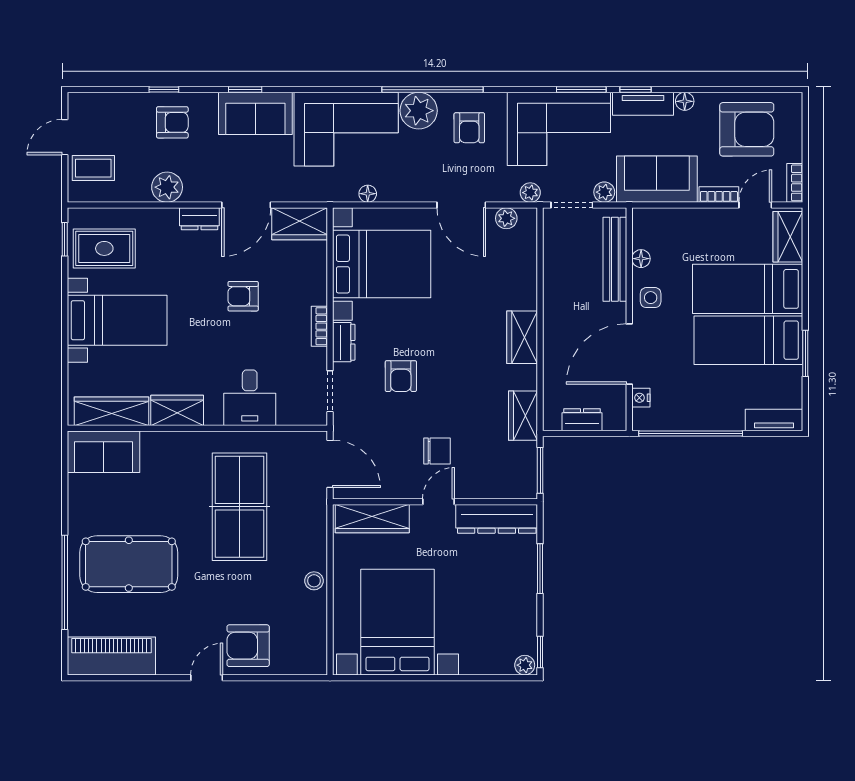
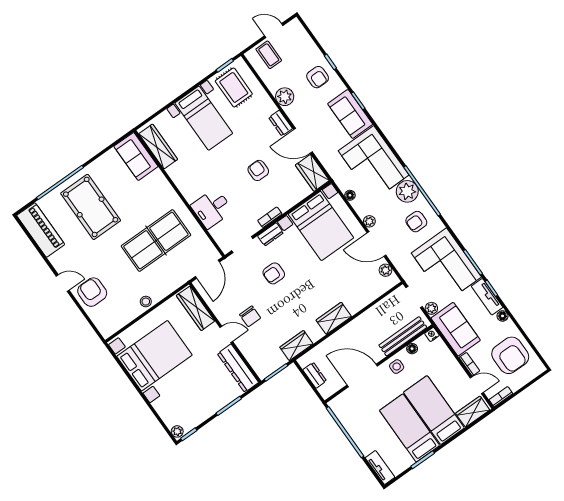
plant: (530, 193) -> (369, 221), moved
door: (461, 205) -> (376, 244), hinge flipped
nightstand: (641, 398) -> (432, 334), moved
wardrobe: (177, 410) -> (181, 178), removed

